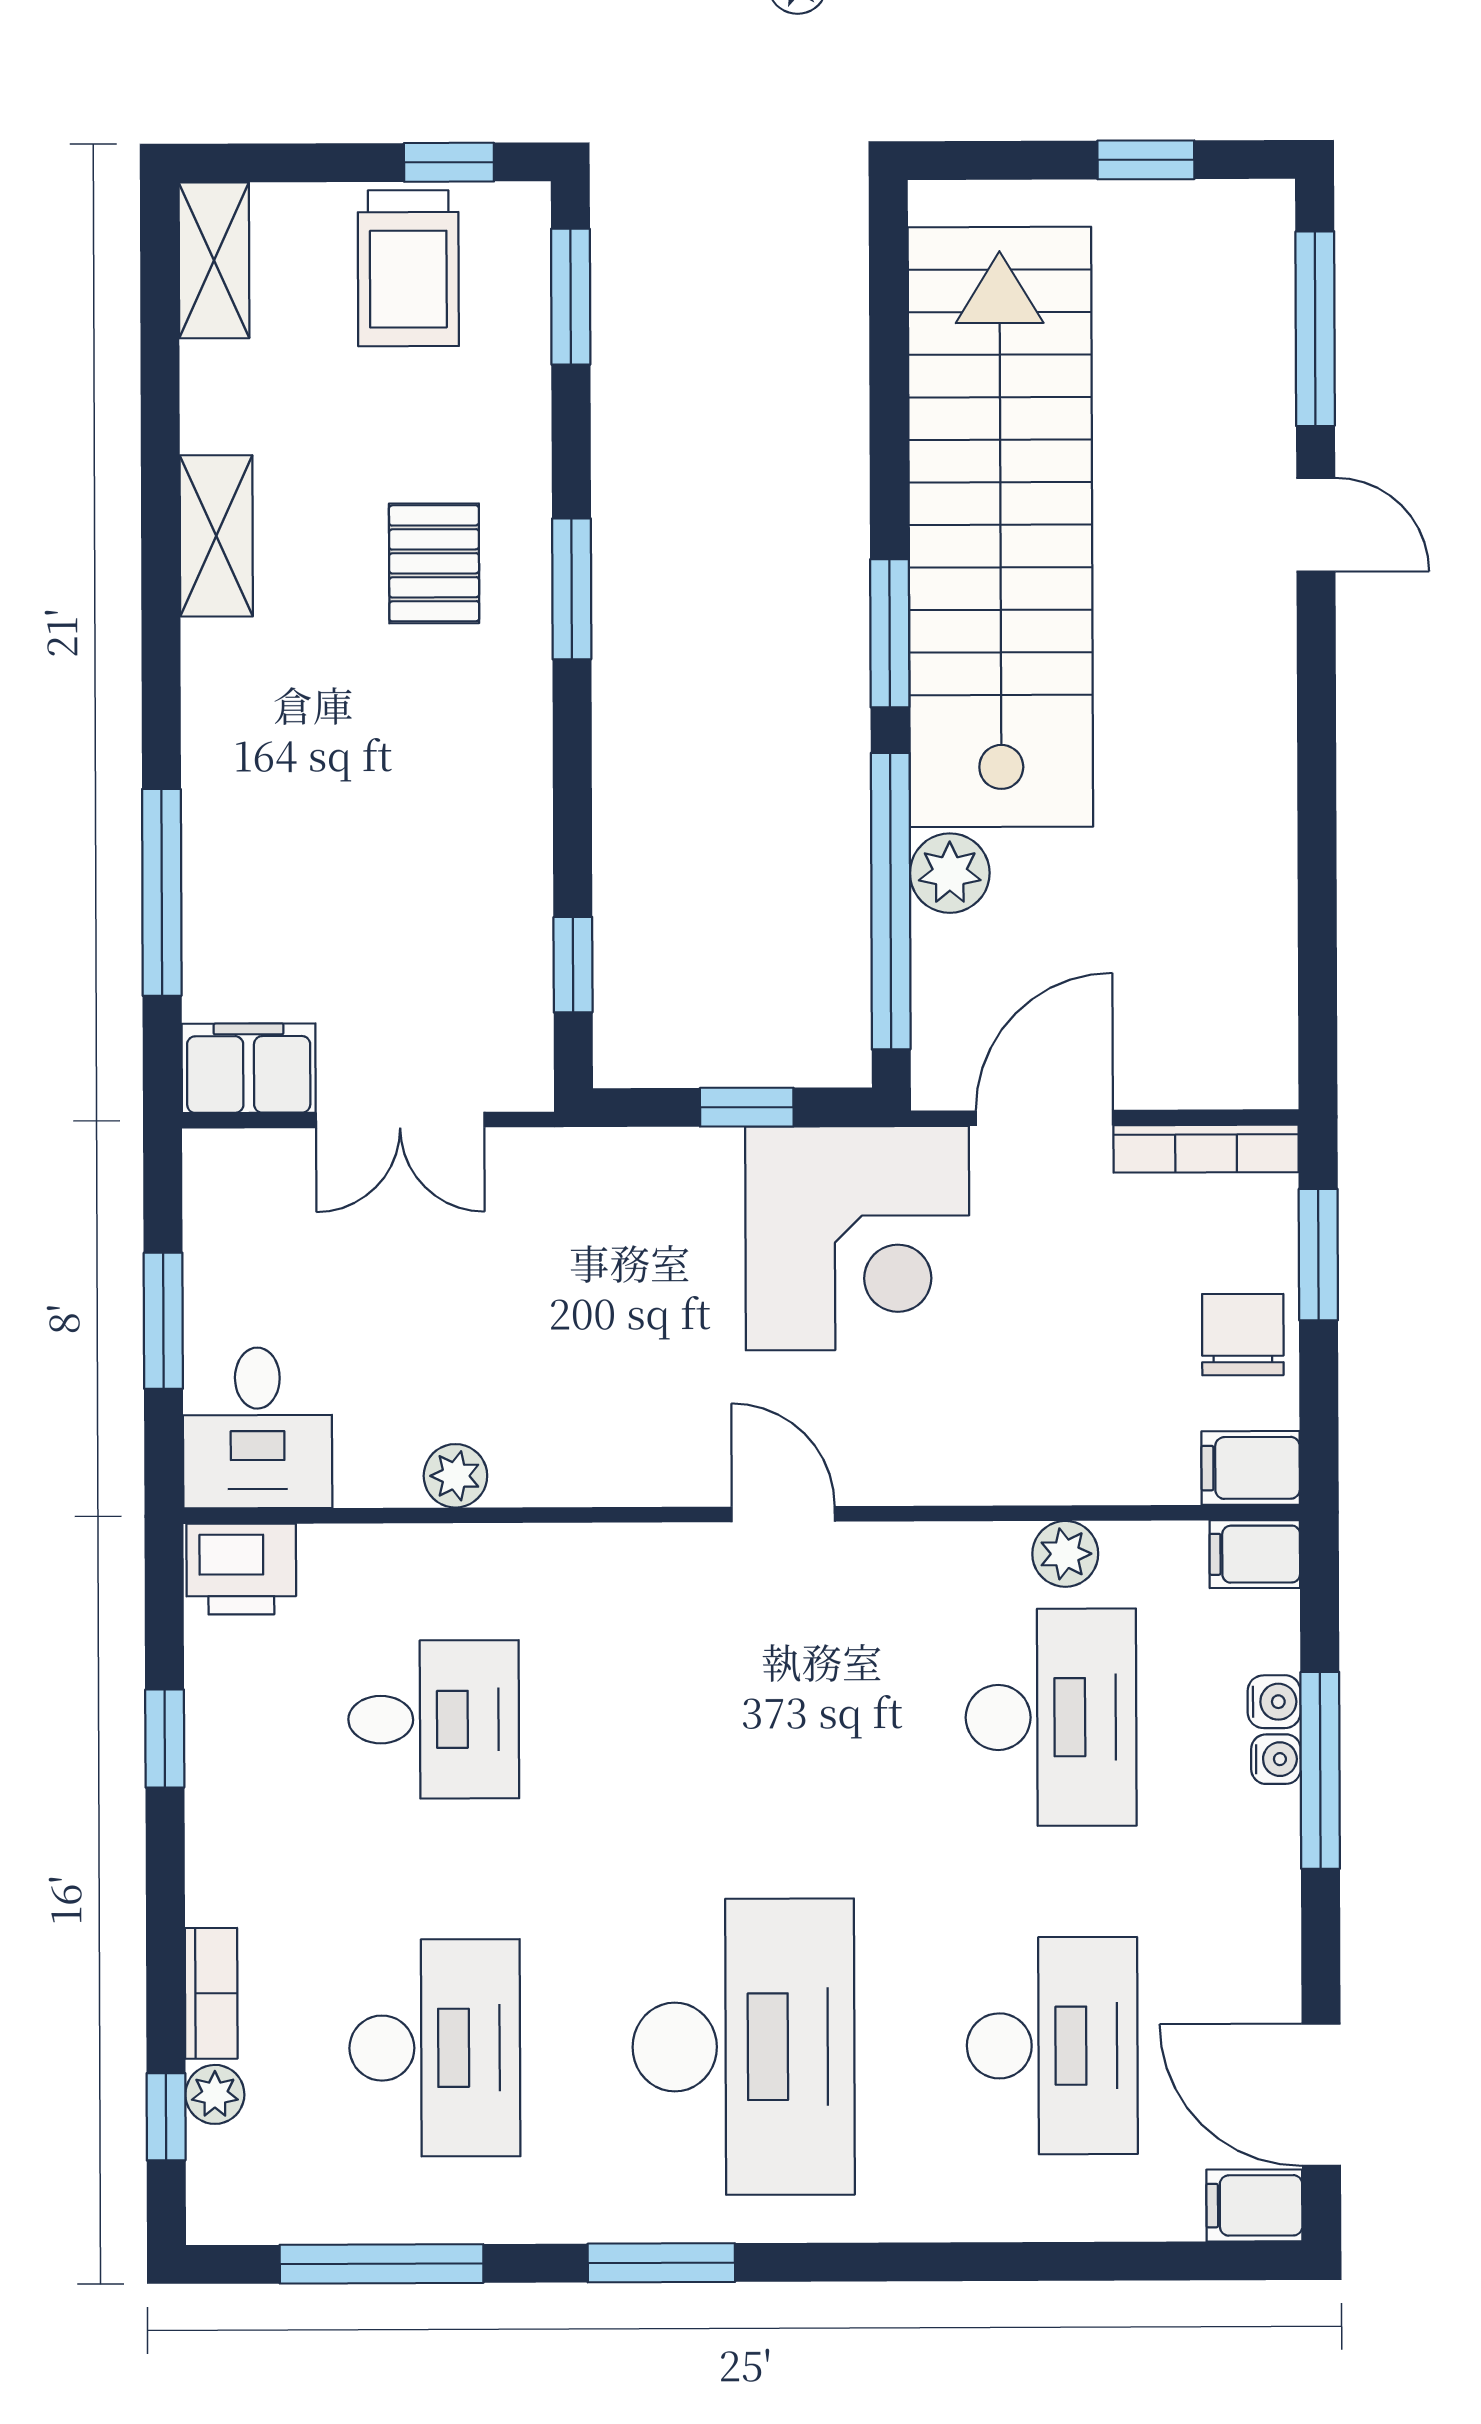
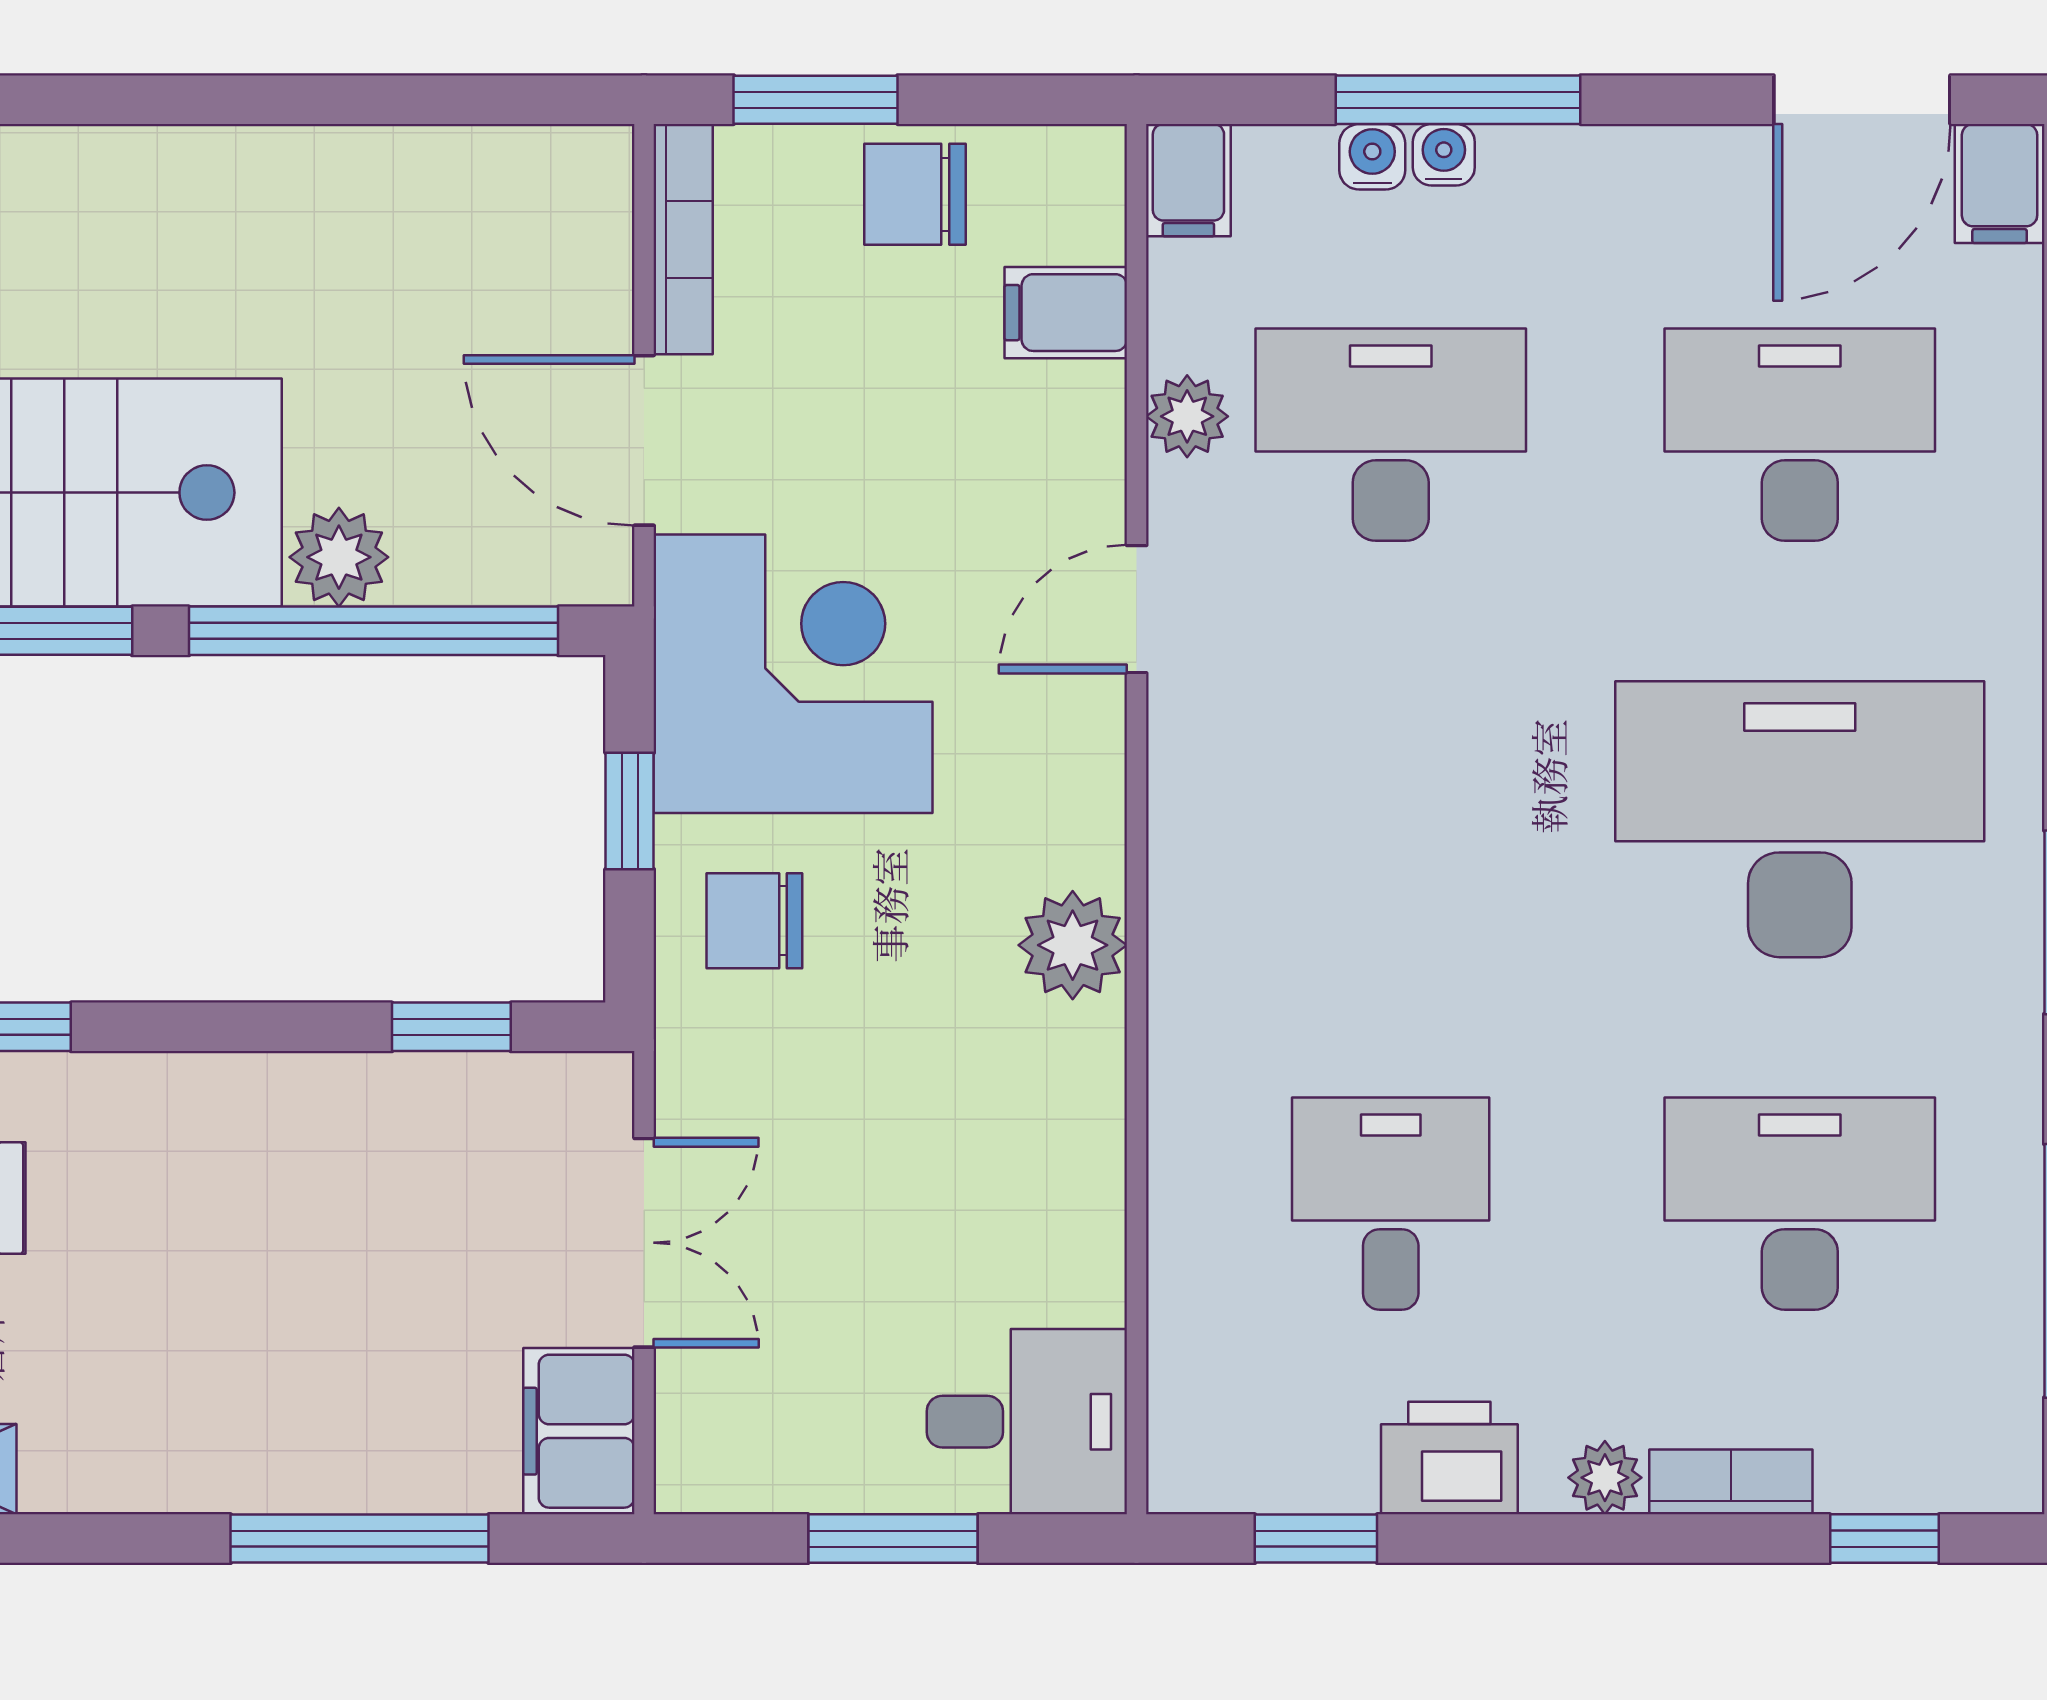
chair: (659, 1208) -> (754, 921), added
filing cabinet: (1251, 1468) -> (1066, 313), moved, turned 90
plant: (455, 1476) -> (1073, 945), moved, width x1.38, depth x1.38
door: (783, 1514) -> (1137, 609), moved
printer: (241, 1569) -> (1449, 1458), moved, turned -90
window: (165, 1739) -> (1316, 1539), moved
plant: (215, 2094) -> (1605, 1478), moved

